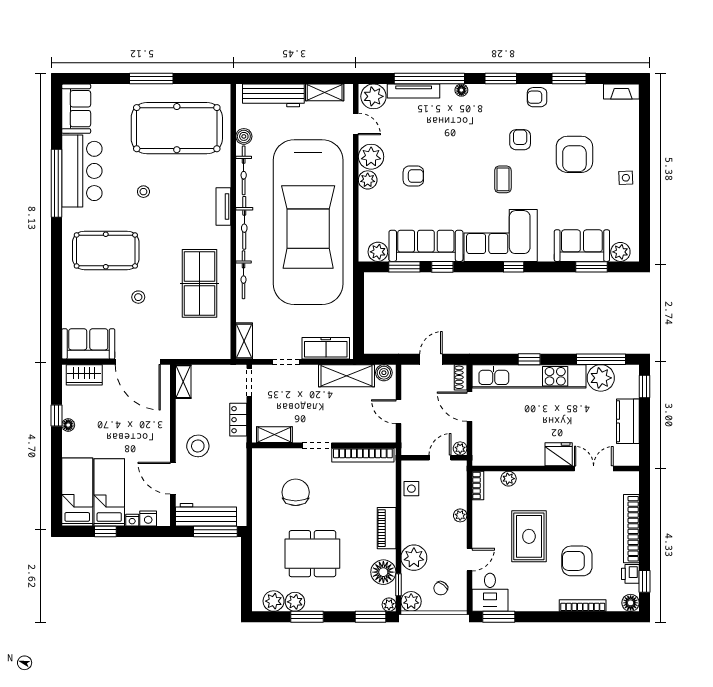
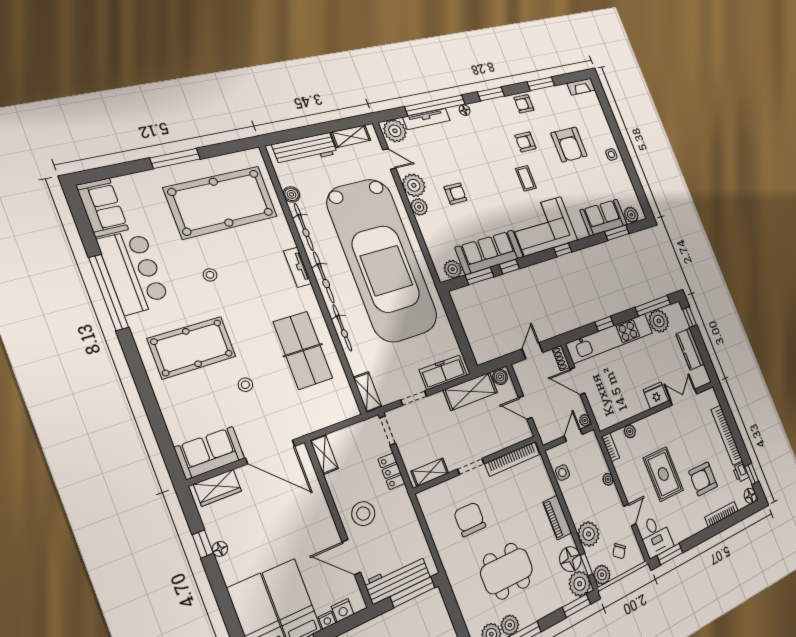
armchair: (520, 140) -> (525, 142), turned -90
plant: (389, 605) -> (580, 584), width x1.88, depth x1.88

